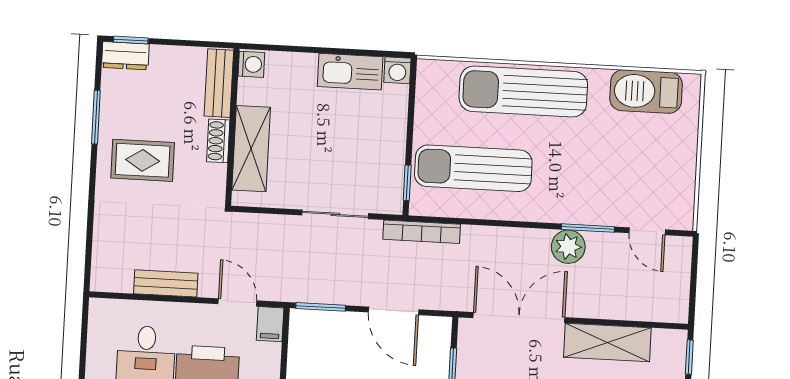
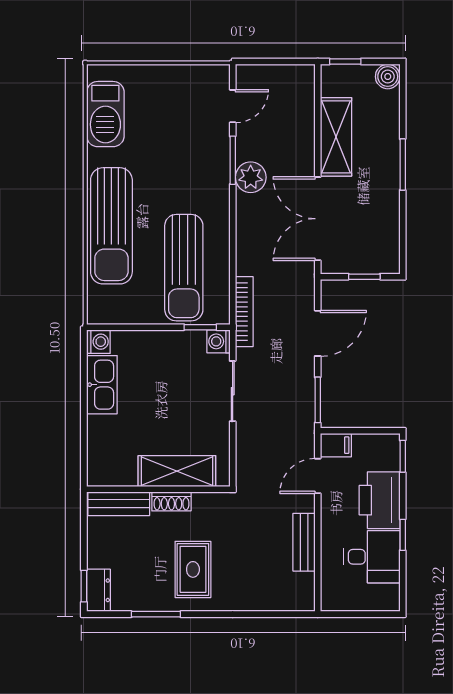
washing machine: (251, 64) -> (218, 341), moved, turned -90

